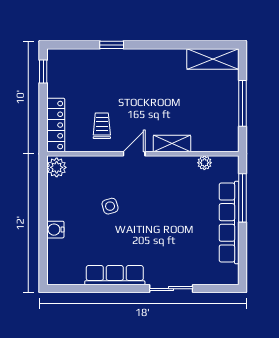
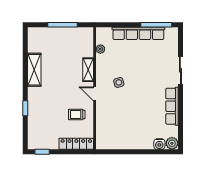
shelving: (213, 59) -> (34, 70), moved
plant: (57, 167) -> (172, 143), moved
window: (243, 198) -> (156, 25), moved
side table: (110, 206) -> (119, 82), moved
water cooler: (55, 230) -> (159, 144), moved

